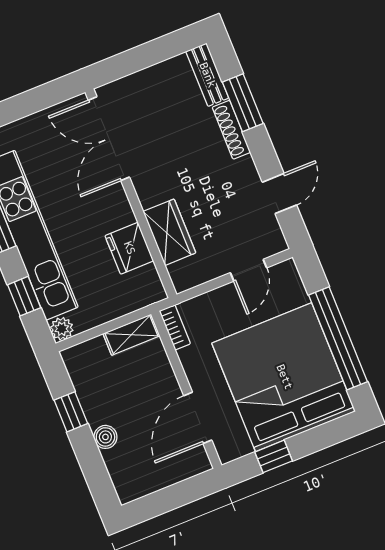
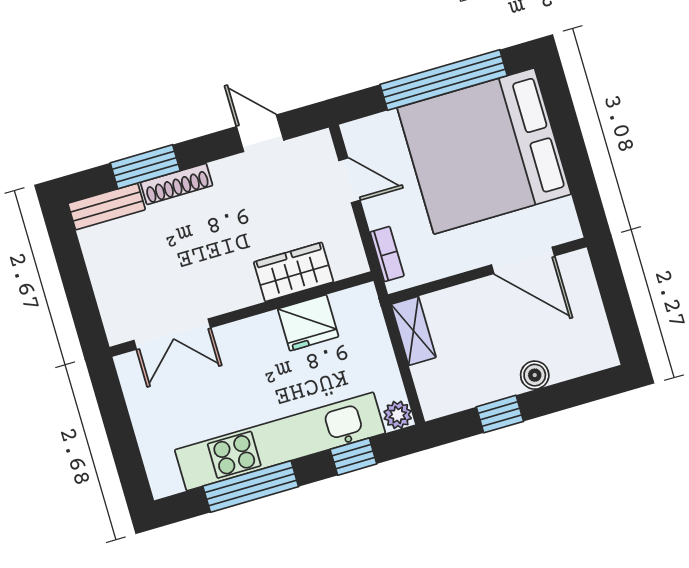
double door: (109, 139) -> (172, 334), width x0.73
bookcase: (175, 327) -> (387, 254), moved, turned 90
window: (274, 456) -> (579, 173), removed

